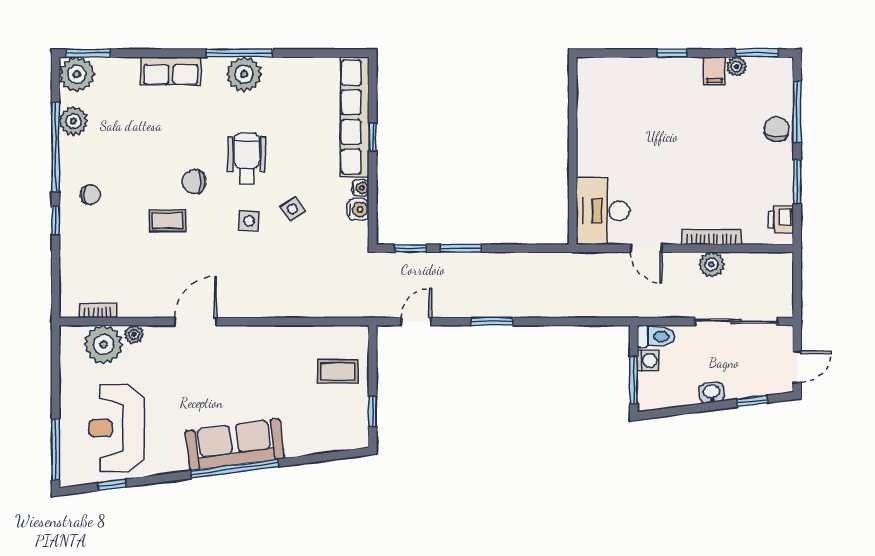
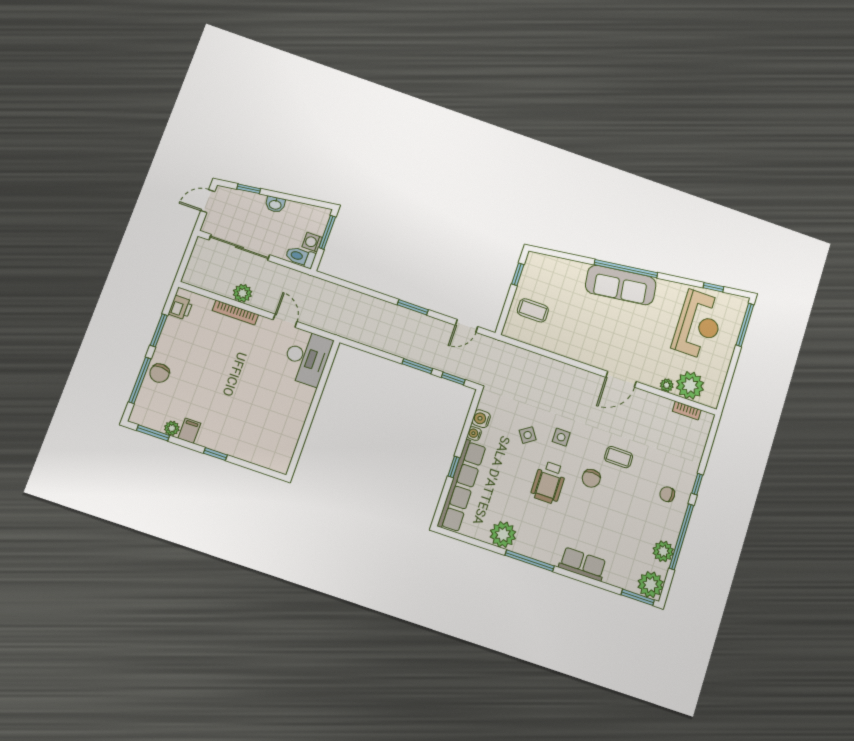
plant: (244, 74) -> (503, 535), moved
chair: (194, 182) -> (591, 478), turned 90

